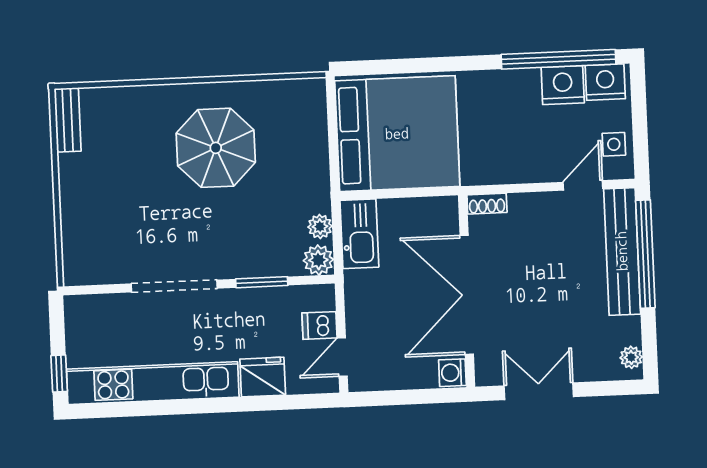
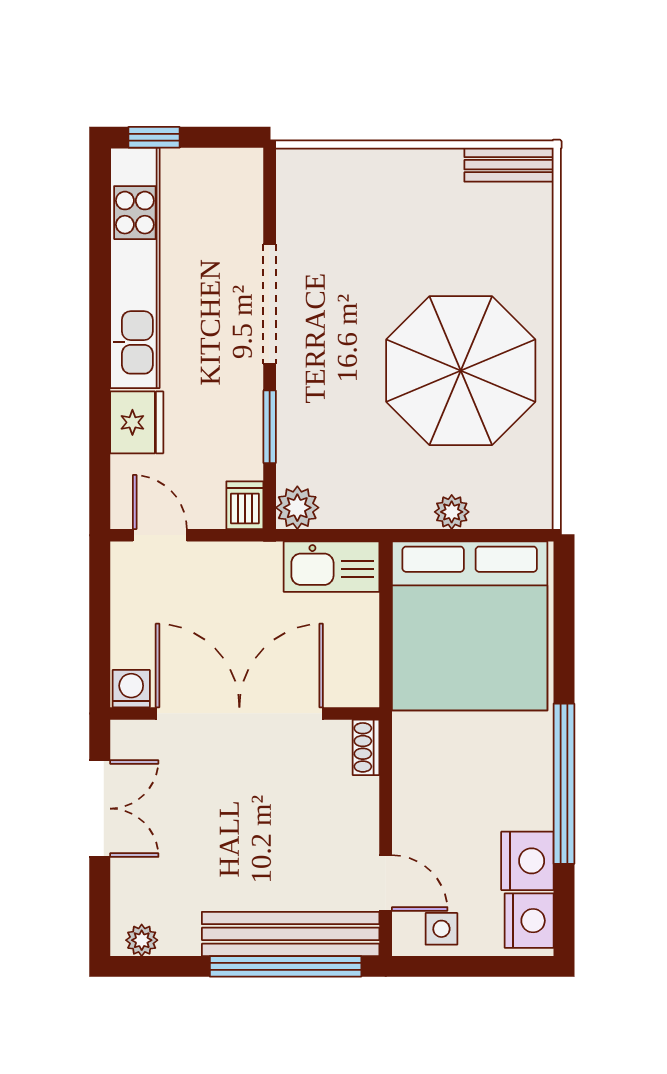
window: (559, 59) -> (564, 784), moved
parasol: (216, 148) -> (461, 371), width x1.36, depth x1.36
plant: (320, 227) -> (452, 512), moved
dishwasher: (319, 325) -> (245, 505), moved

